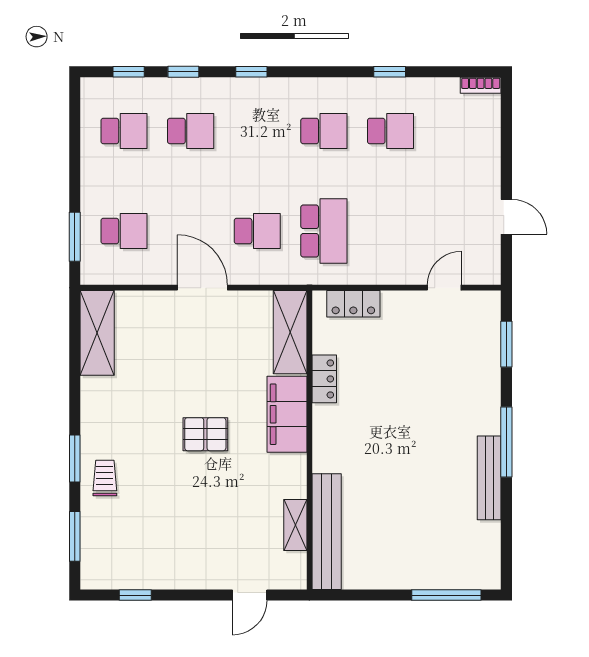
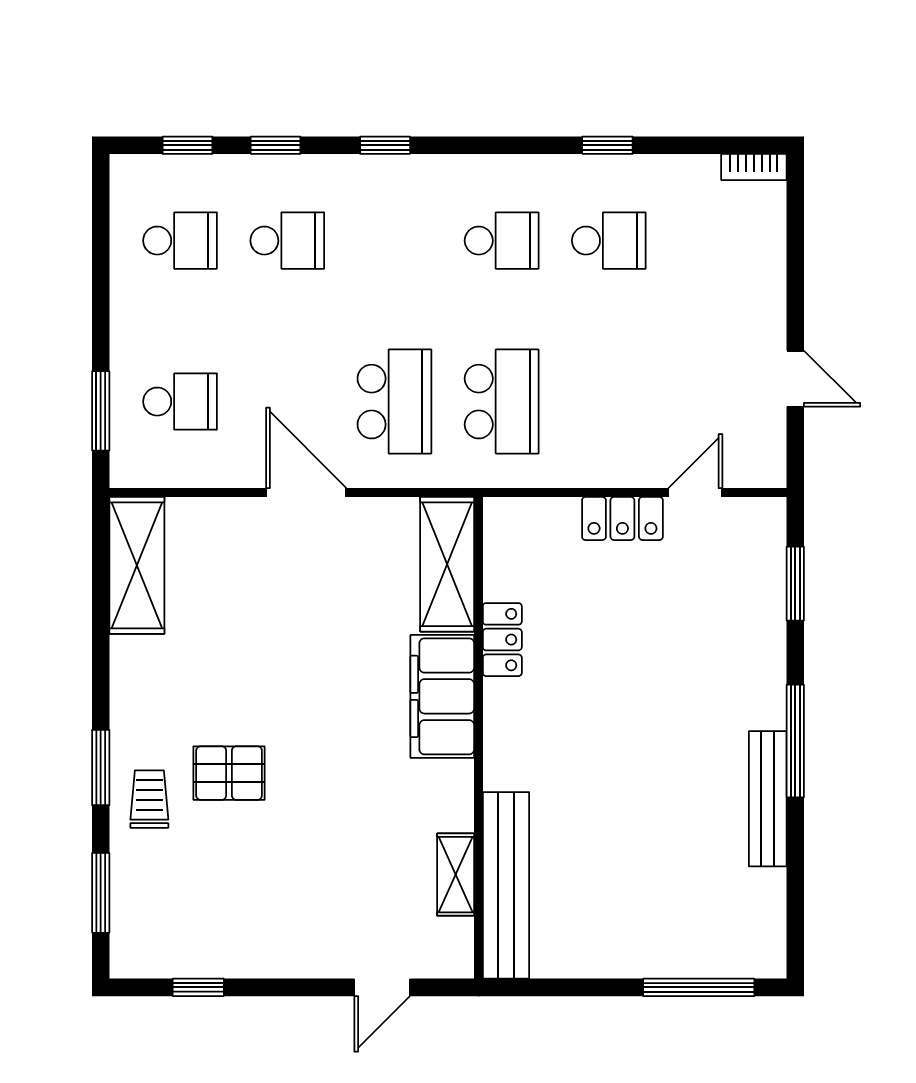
school desk: (257, 231) -> (394, 402), width x1.85
locker: (353, 304) -> (622, 518), moved
pallet: (205, 434) -> (229, 773), moved

